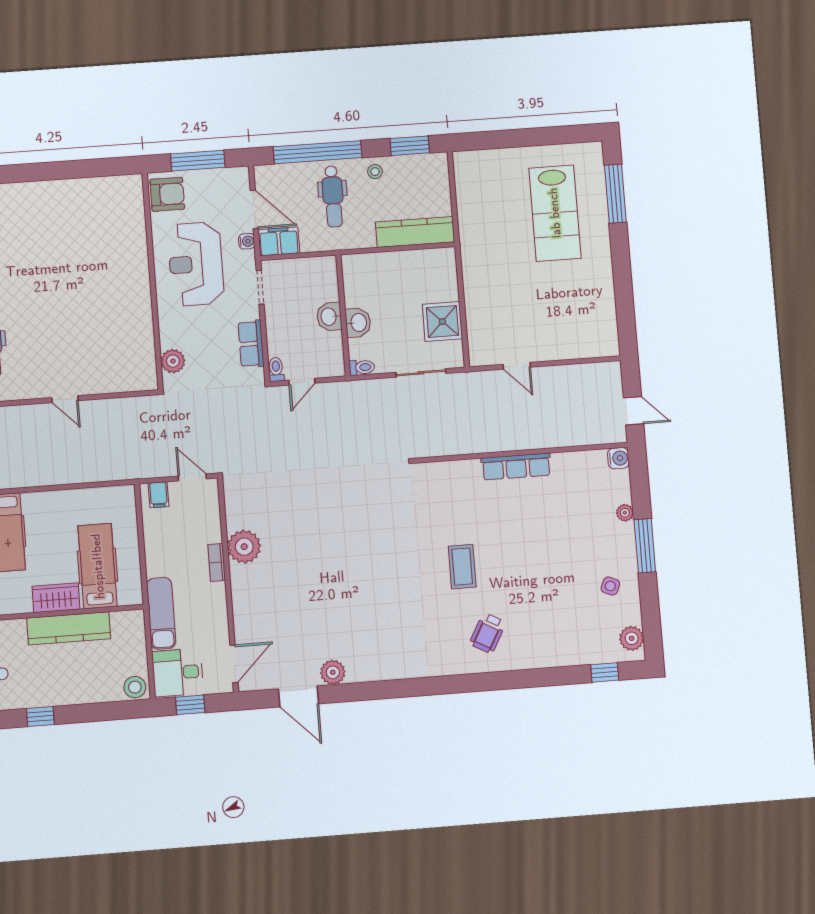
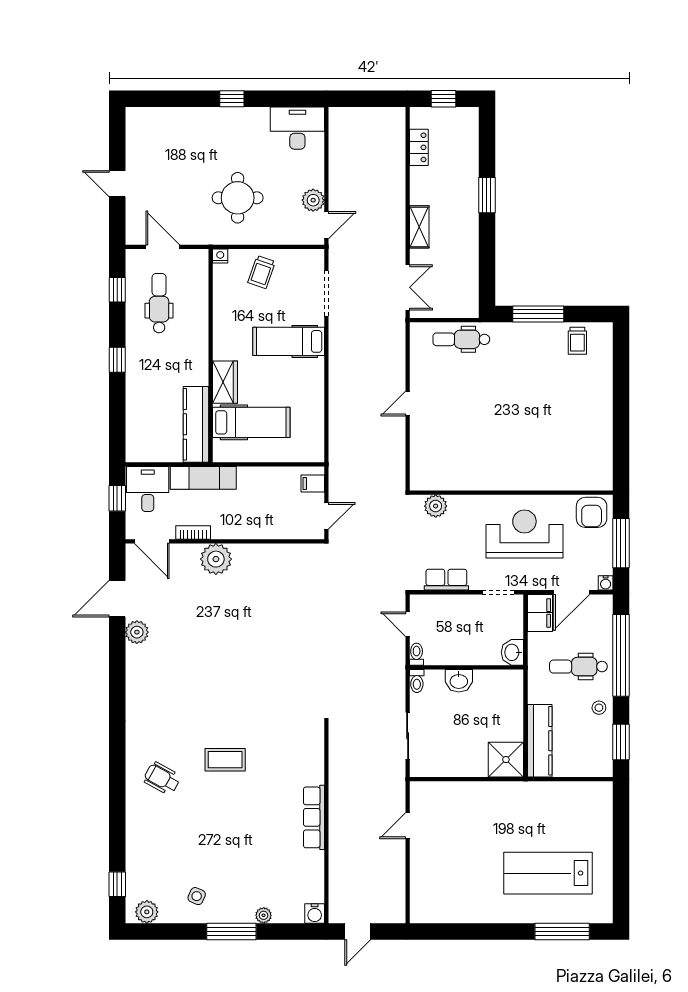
water cooler: (247, 241) -> (606, 583), moved
washbasin: (329, 317) -> (512, 652), moved, turned -90
shower: (442, 322) -> (506, 760), moved
toilet: (276, 369) -> (417, 654), moved, turned -90
plant: (244, 547) -> (216, 559), moved
bookcase: (217, 563) -> (193, 533), moved
kitchen counter: (69, 628) -> (196, 424), moved
stool: (135, 687) -> (137, 449), removed

